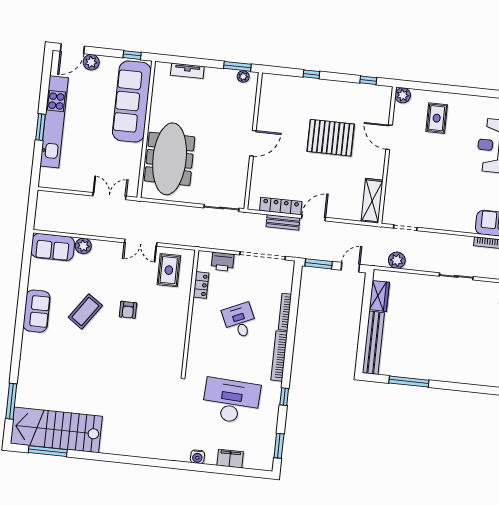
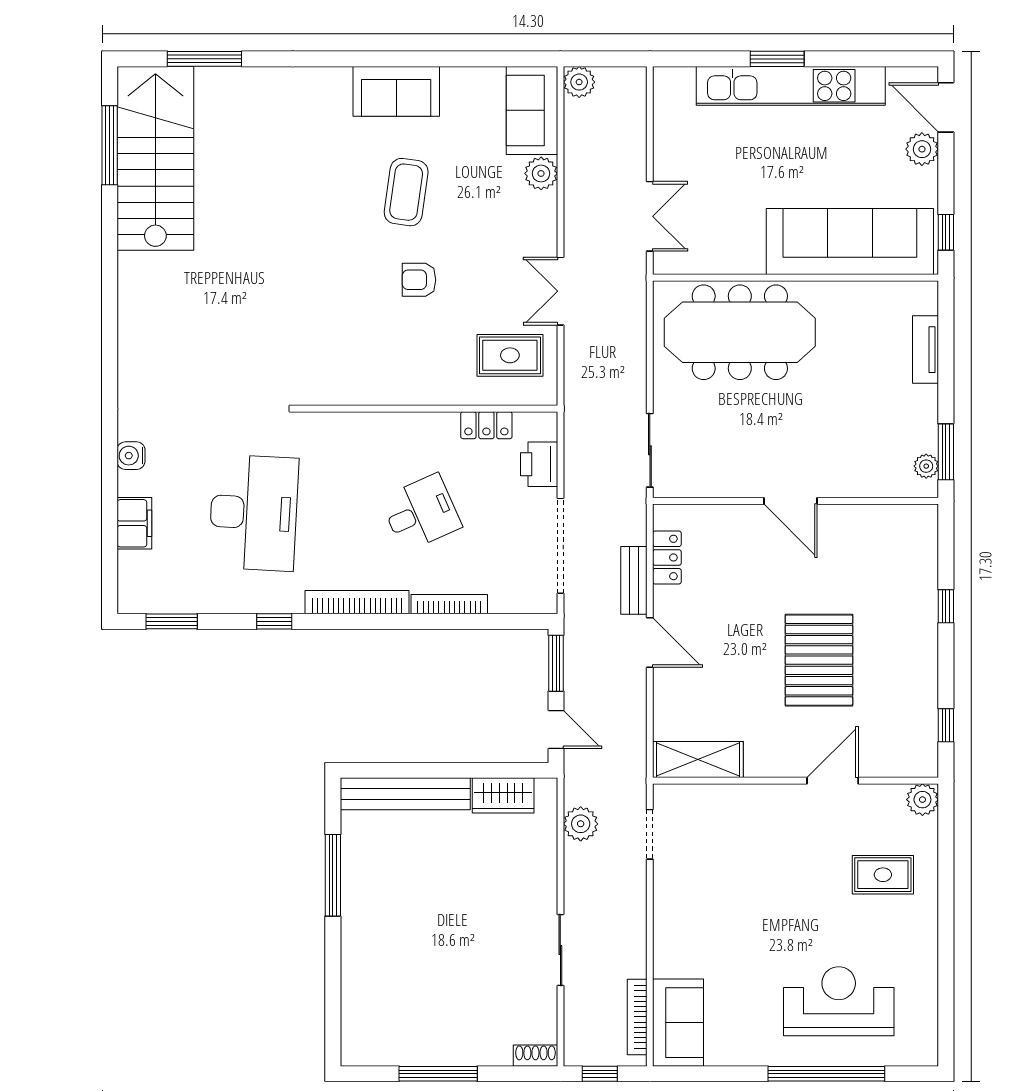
locker: (281, 206) -> (667, 557), width x0.66
plant: (41, 223) -> (579, 82), added
coffee table: (85, 311) -> (406, 192), turned 63

